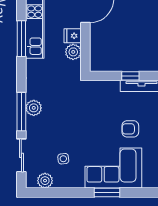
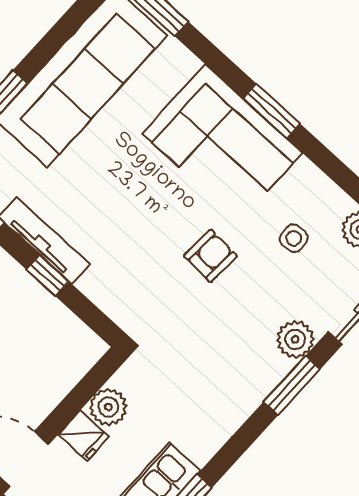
plant: (34, 108) -> (295, 339), moved
window: (21, 112) -> (292, 385), width x0.69
armchair: (130, 129) -> (211, 256), moved, turned -87

